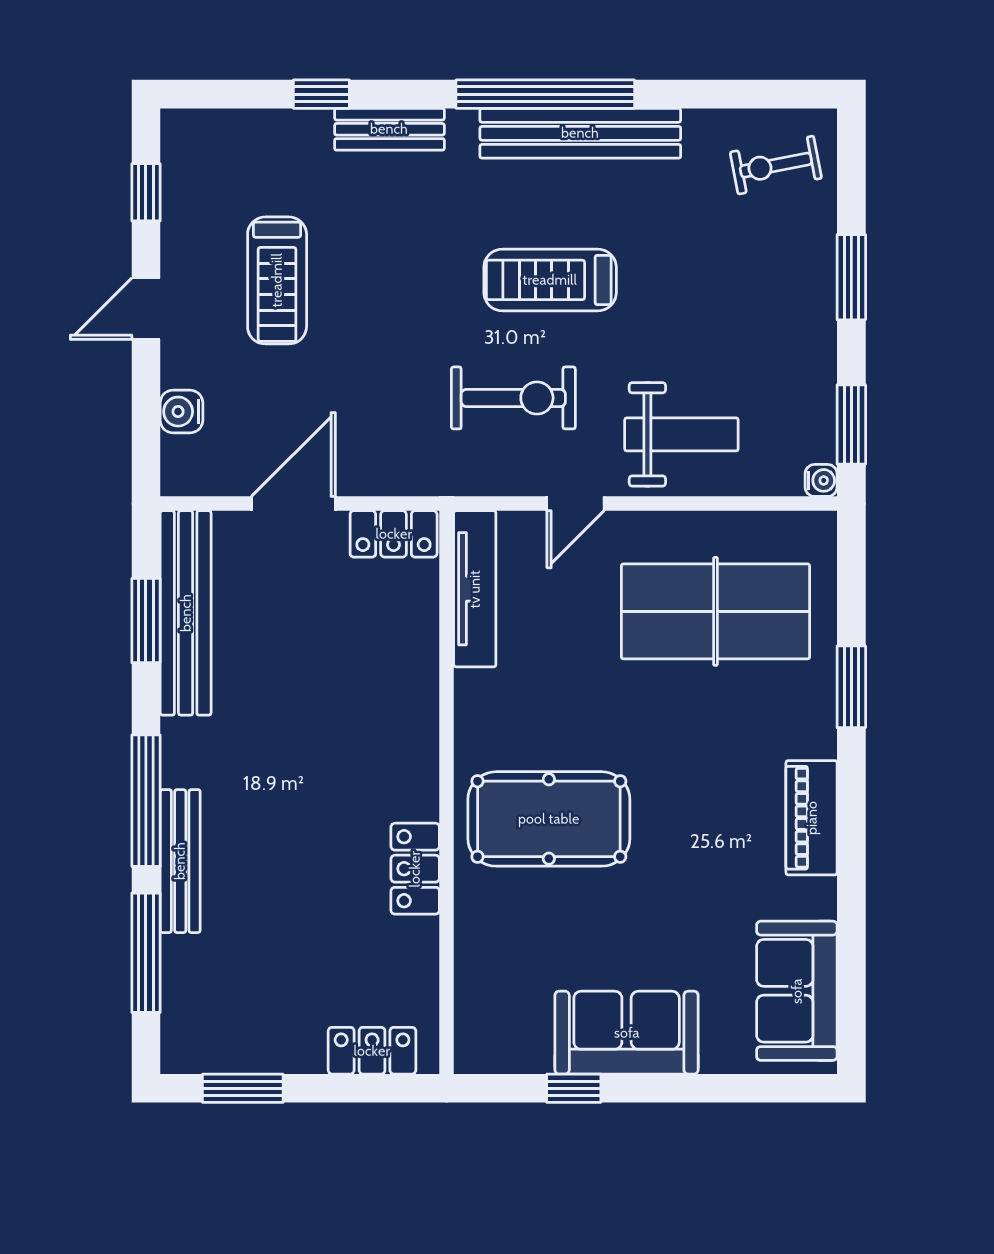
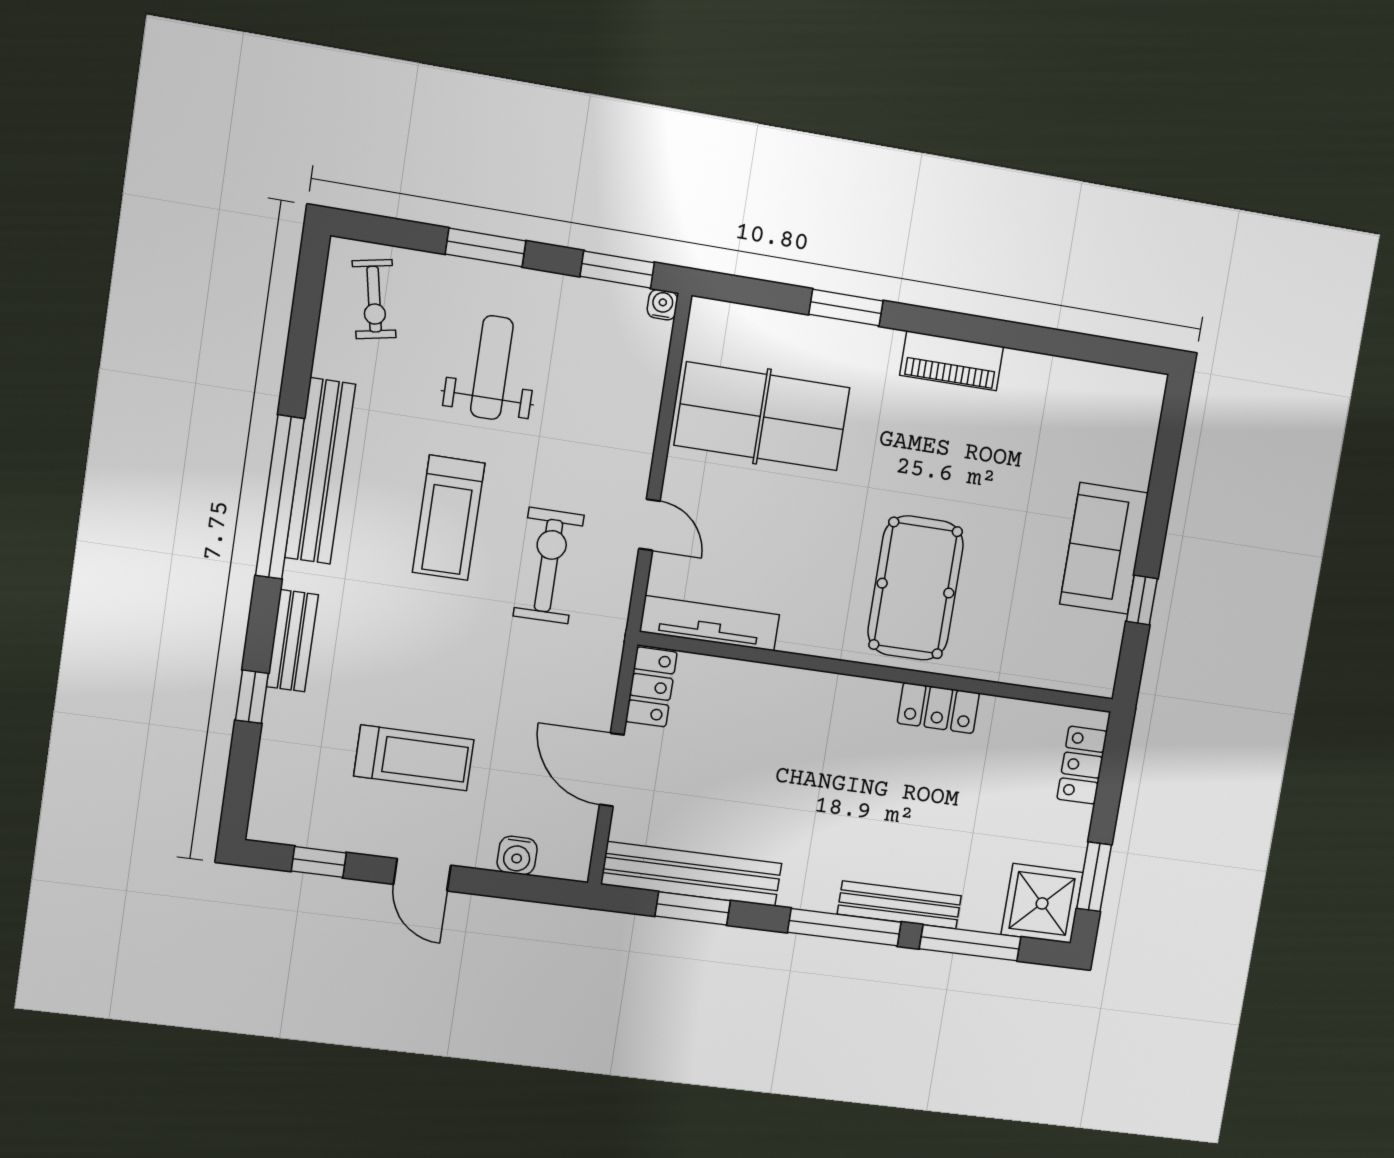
weight bench: (681, 434) -> (492, 368), moved
table tennis table: (716, 611) -> (762, 416), turned 90
sofa: (797, 991) -> (1094, 397), removed
shower: (203, 1031) -> (1042, 903), added

